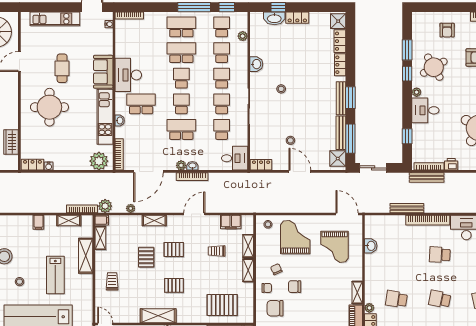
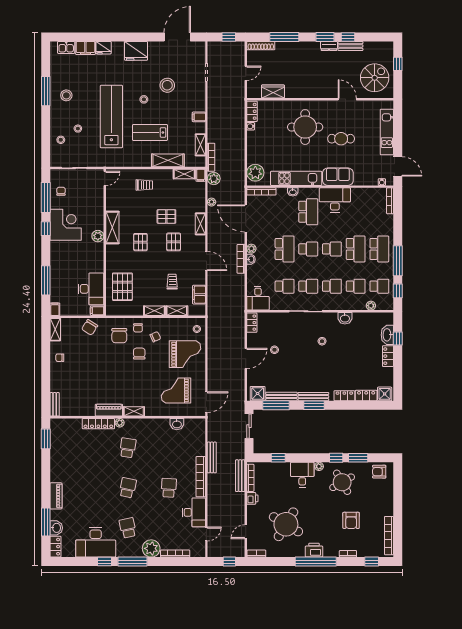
armchair: (447, 30) -> (379, 472), moved
chair: (275, 308) -> (119, 336), turned 180

